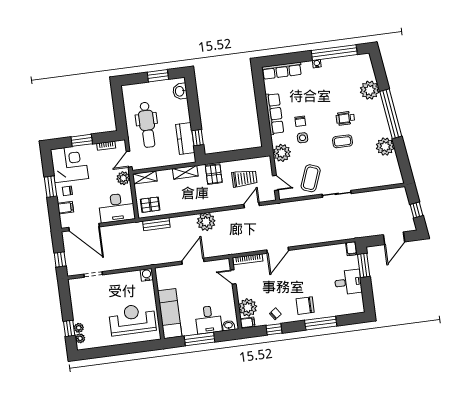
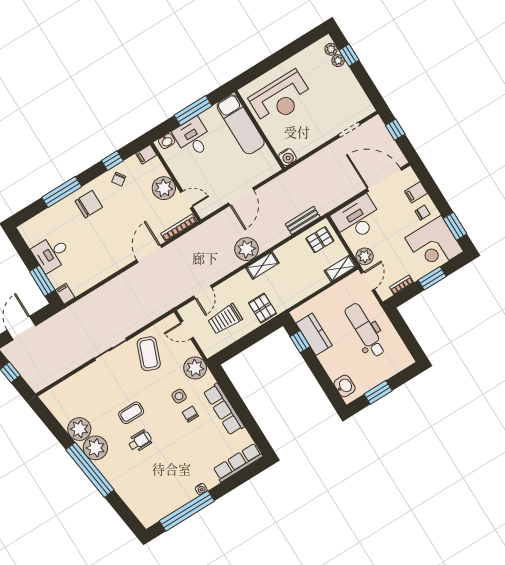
plant: (370, 90) -> (95, 448), moved
shelving: (185, 172) -> (262, 265), moved
window: (50, 187) -> (455, 226), moved
plant: (248, 307) -> (164, 188), moved

